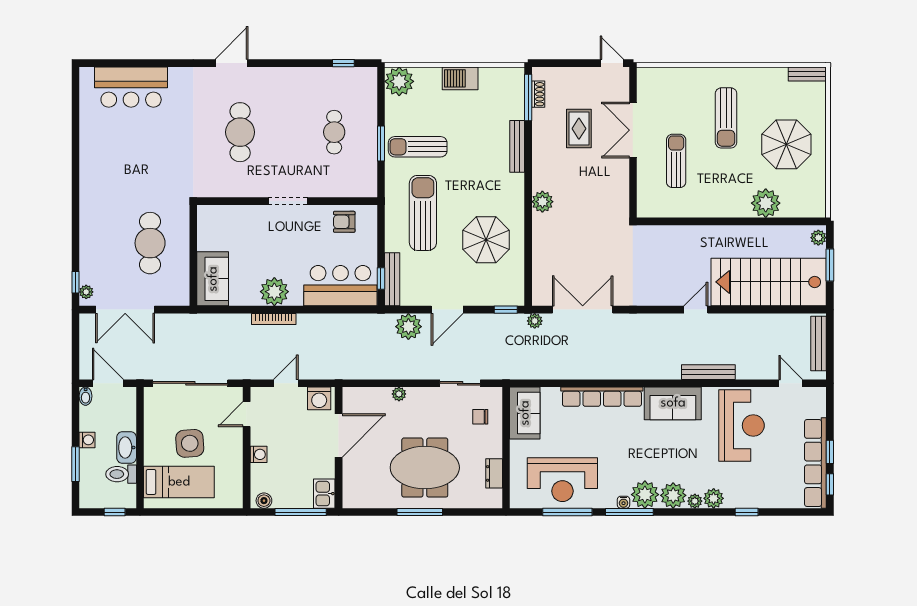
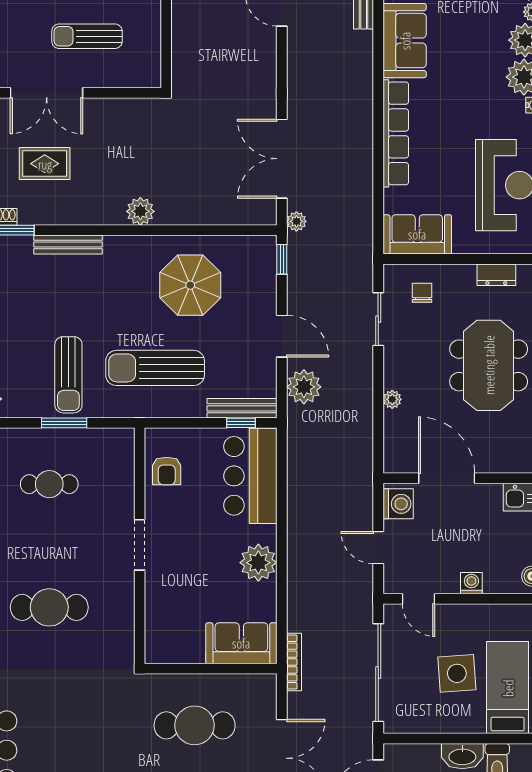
bookcase: (274, 319) -> (294, 662), moved
chair: (480, 417) -> (422, 293), turned 180

